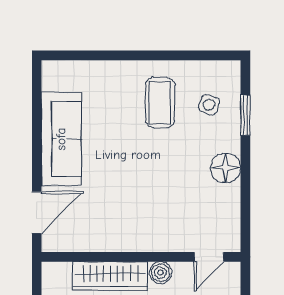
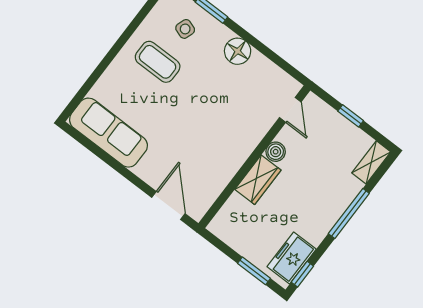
sofa: (61, 139) -> (108, 133), moved
wardrobe: (110, 276) -> (258, 180), width x0.67

